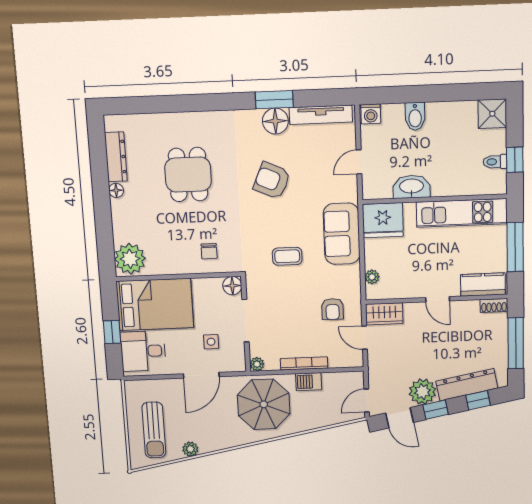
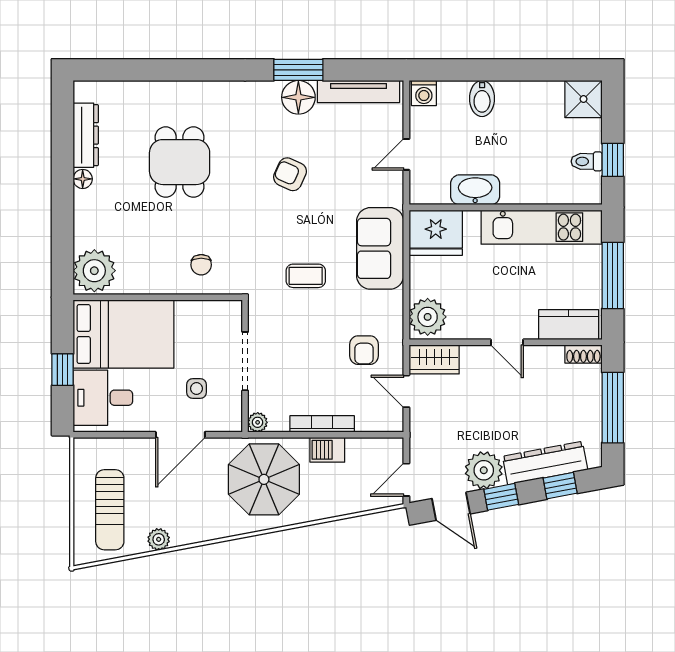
armchair: (272, 181) -> (290, 174), width x0.72, depth x0.72
plant: (372, 277) -> (428, 317), width x1.87, depth x1.87
floor lamp: (232, 286) -> (230, 313), removed

